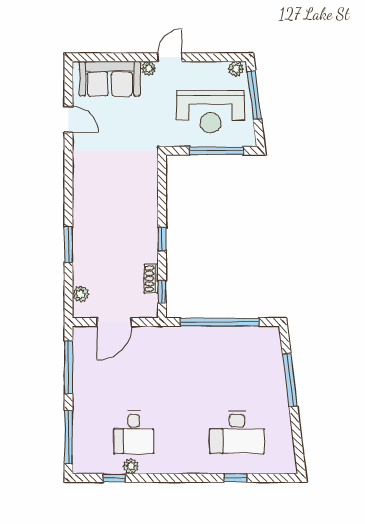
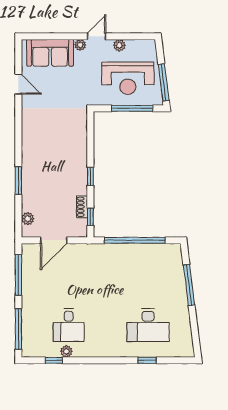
plant: (236, 69) -> (119, 45), moved
window: (254, 95) -> (164, 82), moved

